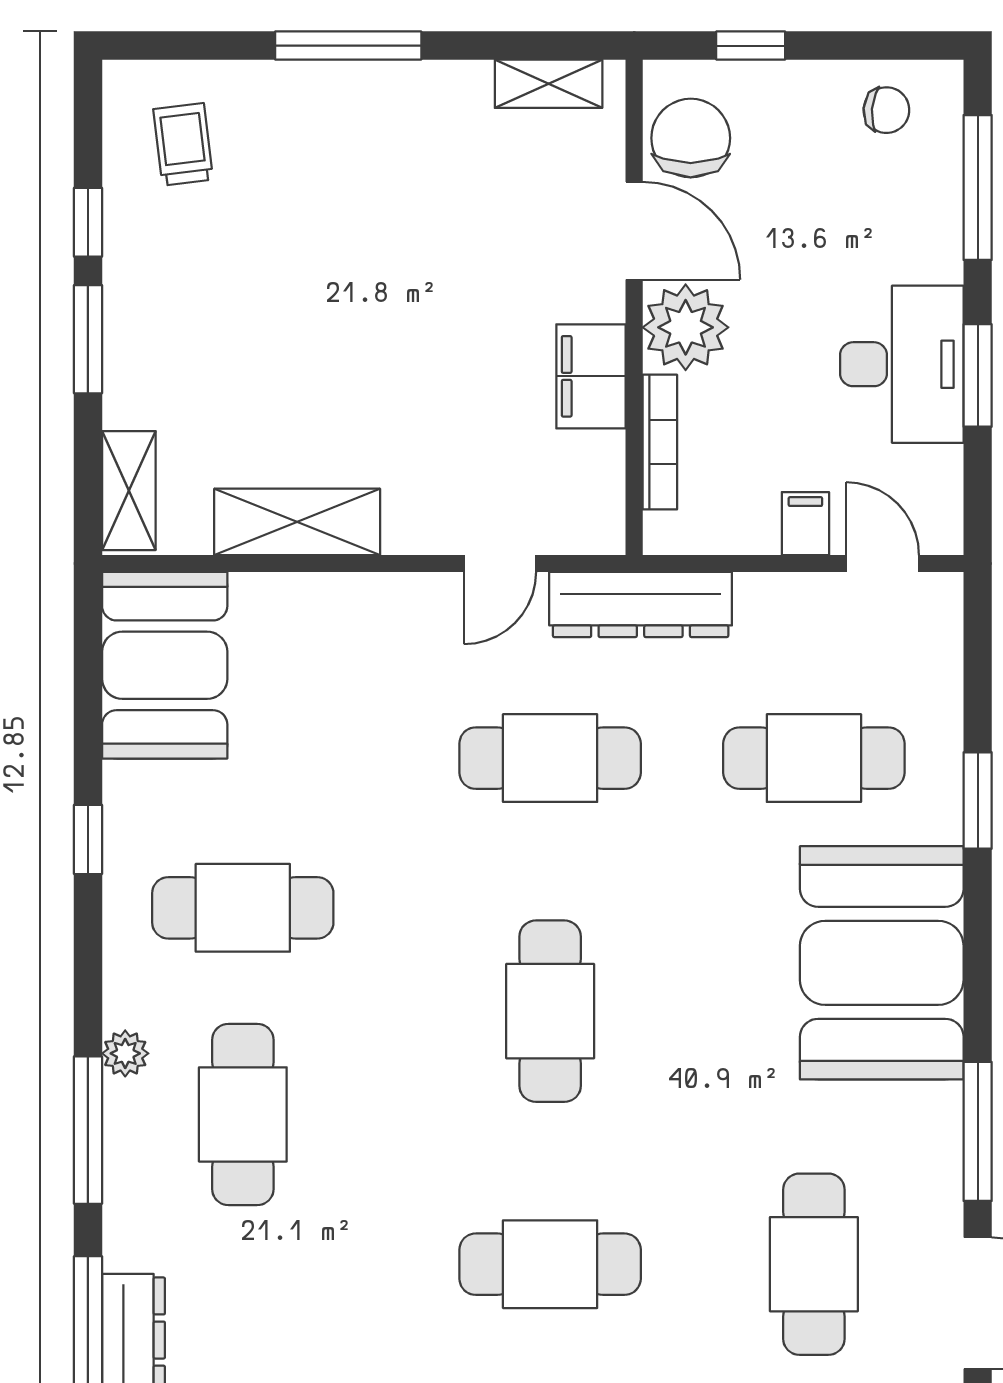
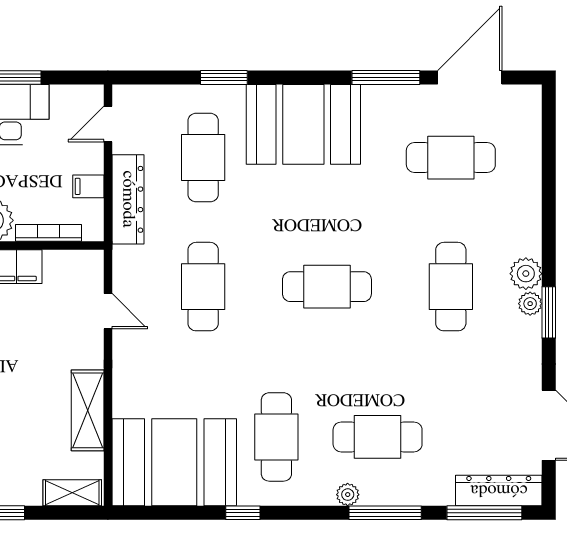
filing cabinet: (805, 524) -> (88, 186), moved
dresser: (641, 605) -> (128, 199), moved
booth: (165, 665) -> (174, 462), width x1.36, depth x1.42

